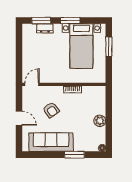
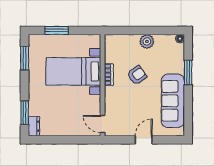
window: (70, 20) -> (25, 58), moved
dresser: (45, 28) -> (34, 126), moved
bed with nightstands: (81, 46) -> (73, 71), moved, turned 180
armchair: (51, 110) -> (137, 75), moved

